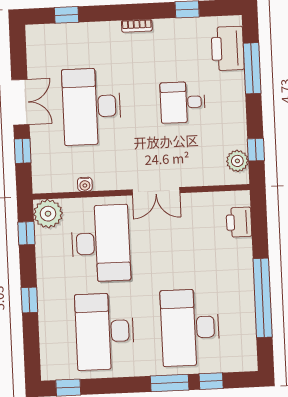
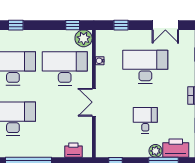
double door: (20, 102) -> (165, 25), moved
plant: (237, 161) -> (155, 151), moved
desk: (101, 243) -> (65, 68), turned 180
window: (29, 300) -> (16, 25), moved

